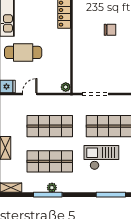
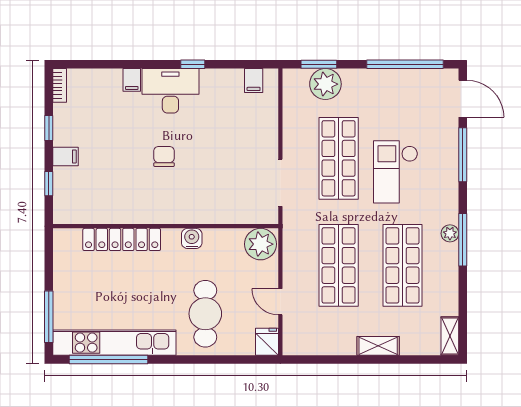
water cooler: (65, 45) -> (192, 238), added
plant: (66, 87) -> (261, 244), width x1.88, depth x1.88
plant: (52, 188) -> (450, 233), moved
window: (48, 195) -> (463, 240), moved

